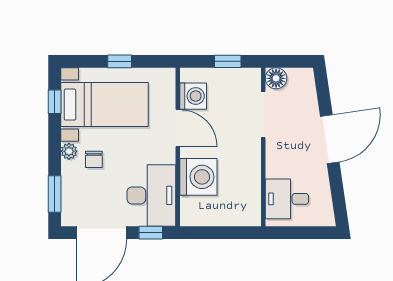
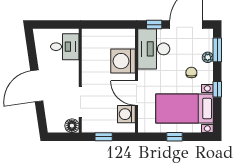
window: (55, 102) -> (217, 89), moved
plant: (69, 151) -> (208, 57), moved

